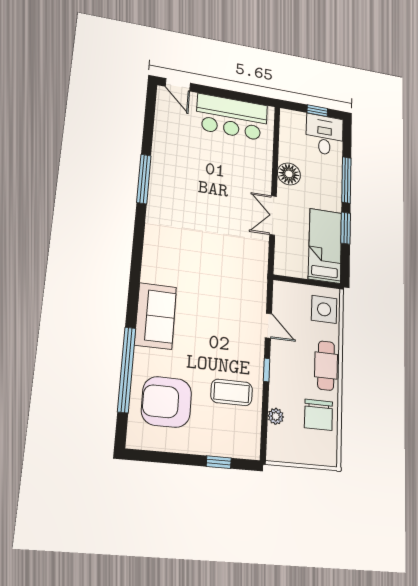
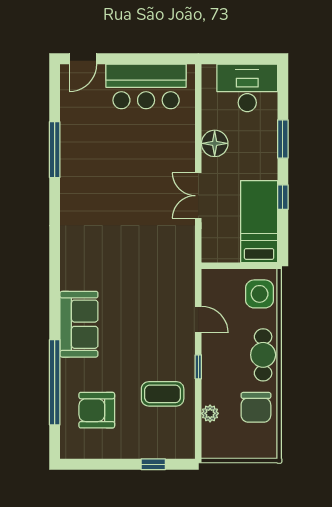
door: (178, 85) -> (83, 59), hinge flipped
window: (317, 111) -> (246, 59), removed
desk: (325, 135) -> (247, 88), width x1.37
window: (144, 179) -> (55, 150), moved
window: (346, 180) -> (283, 139), width x0.69
window: (346, 228) -> (283, 197), width x0.67
armchair: (166, 402) -> (97, 410), width x0.73, depth x0.73

